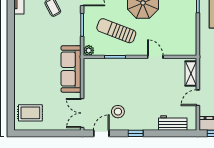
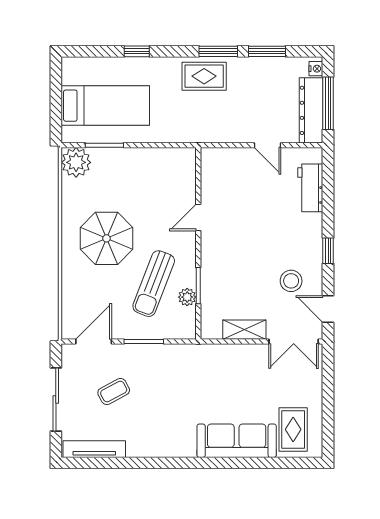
plant: (89, 50) -> (187, 297), moved
sofa: (71, 69) -> (237, 441), moved, turned 180
shelving: (191, 73) -> (244, 330), moved

